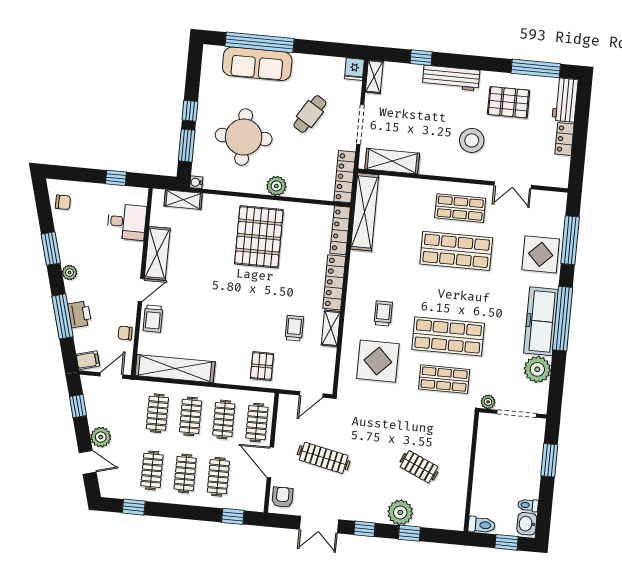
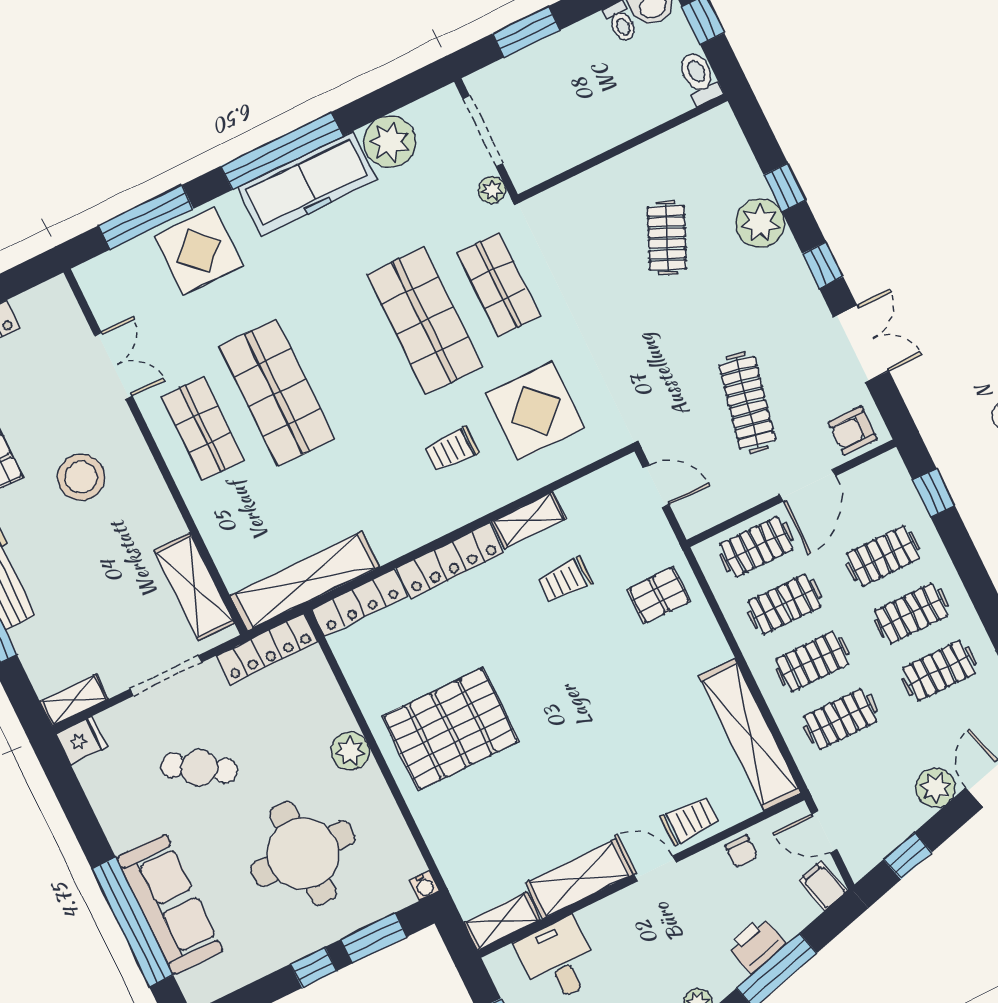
shelving: (183, 200) -> (502, 921), moved, turned 90

